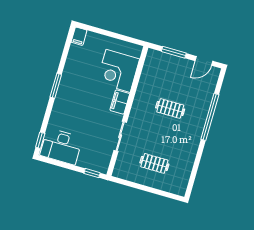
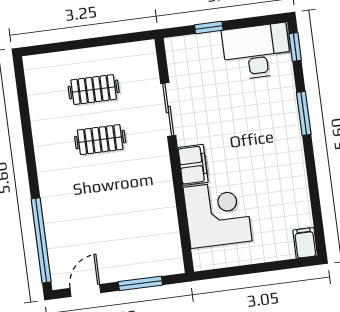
window: (56, 86) -> (304, 113), moved
clothes rail: (170, 108) -> (100, 140), moved
window: (210, 117) -> (41, 240), moved
window: (92, 173) -> (209, 27), moved

